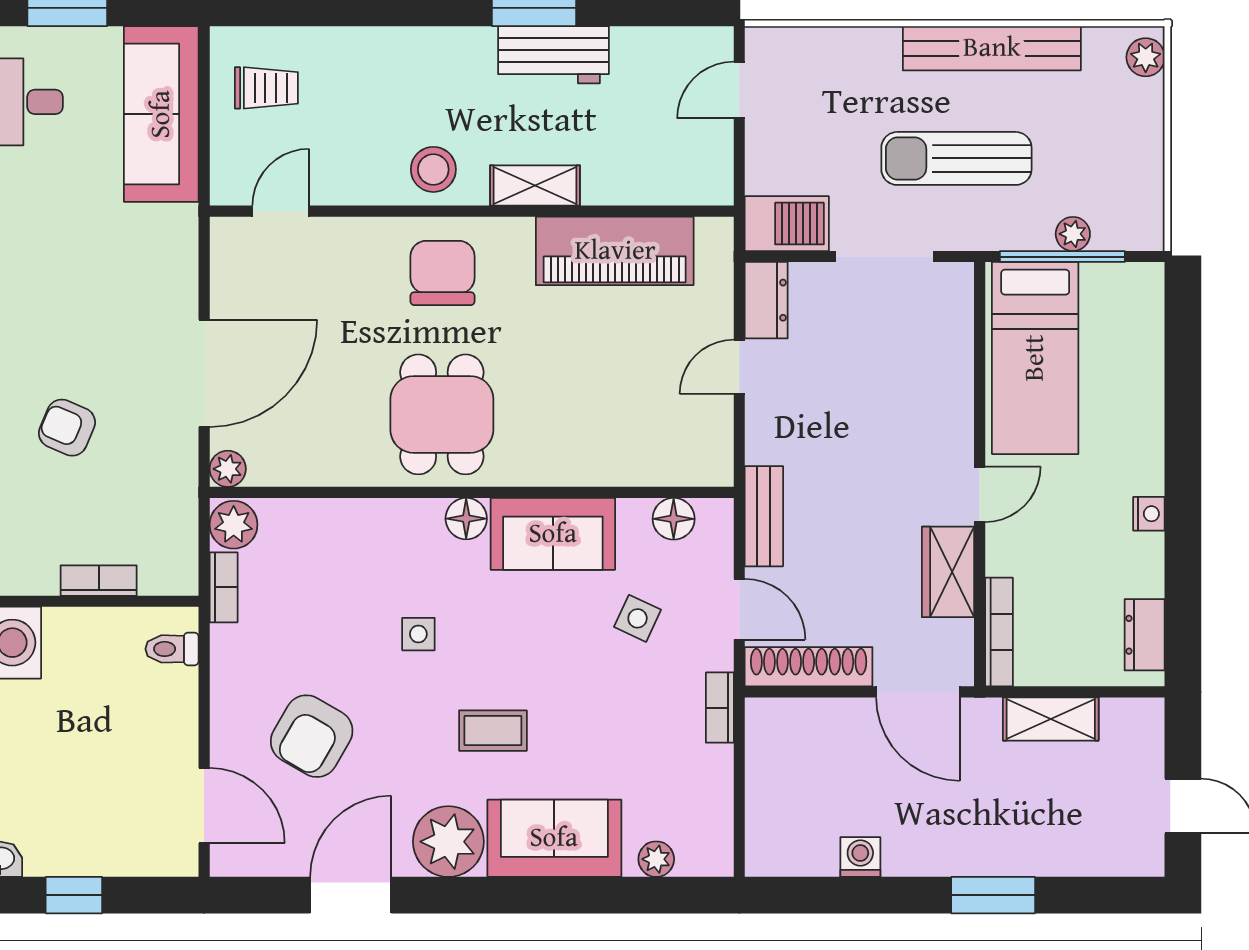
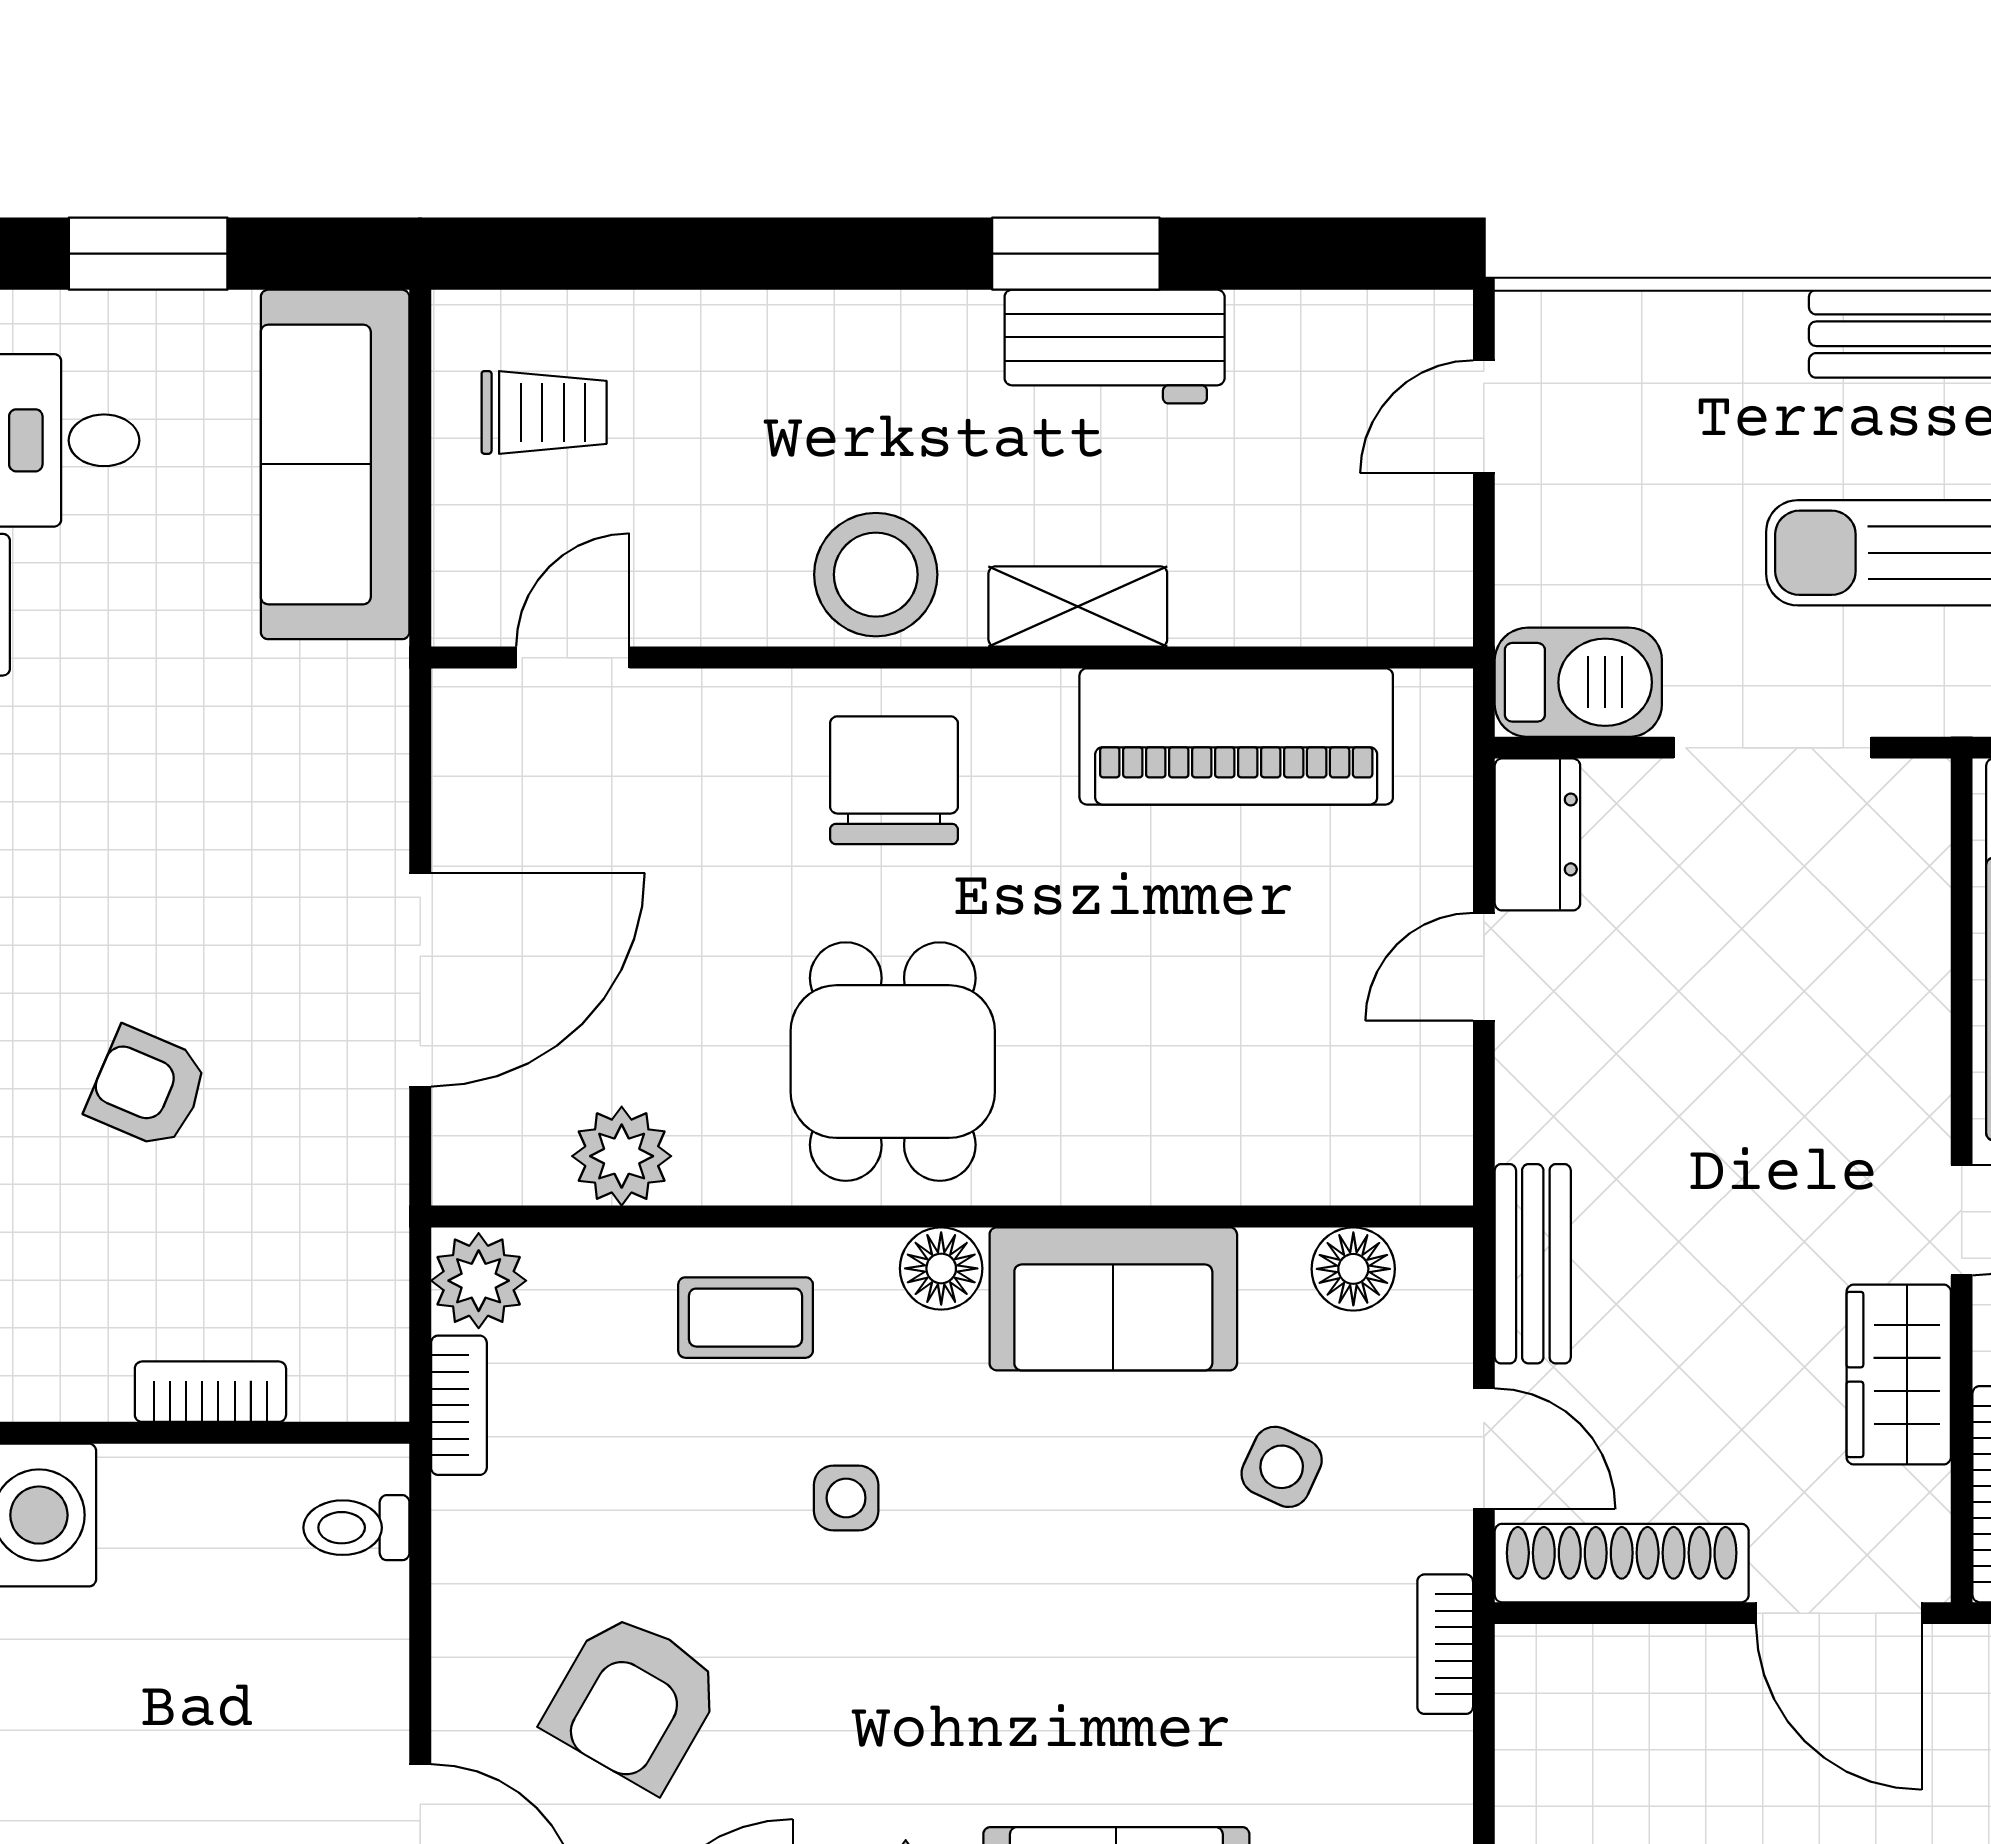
stool: (433, 169) -> (876, 575), width x1.38, depth x1.38
plant: (228, 469) -> (622, 1156), moved, width x1.38, depth x1.38
coffee table: (493, 731) -> (746, 1318), moved

